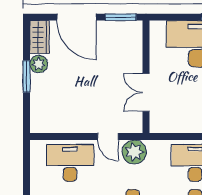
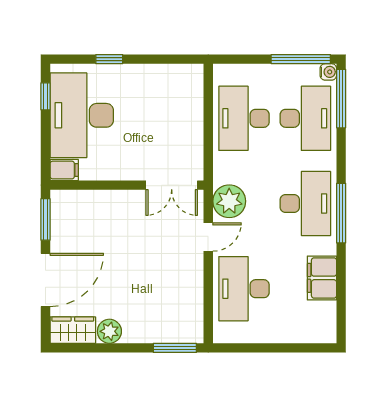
filing cabinet: (157, 31) -> (64, 170), added
window: (27, 77) -> (175, 348), moved
double door: (146, 92) -> (172, 185), moved

